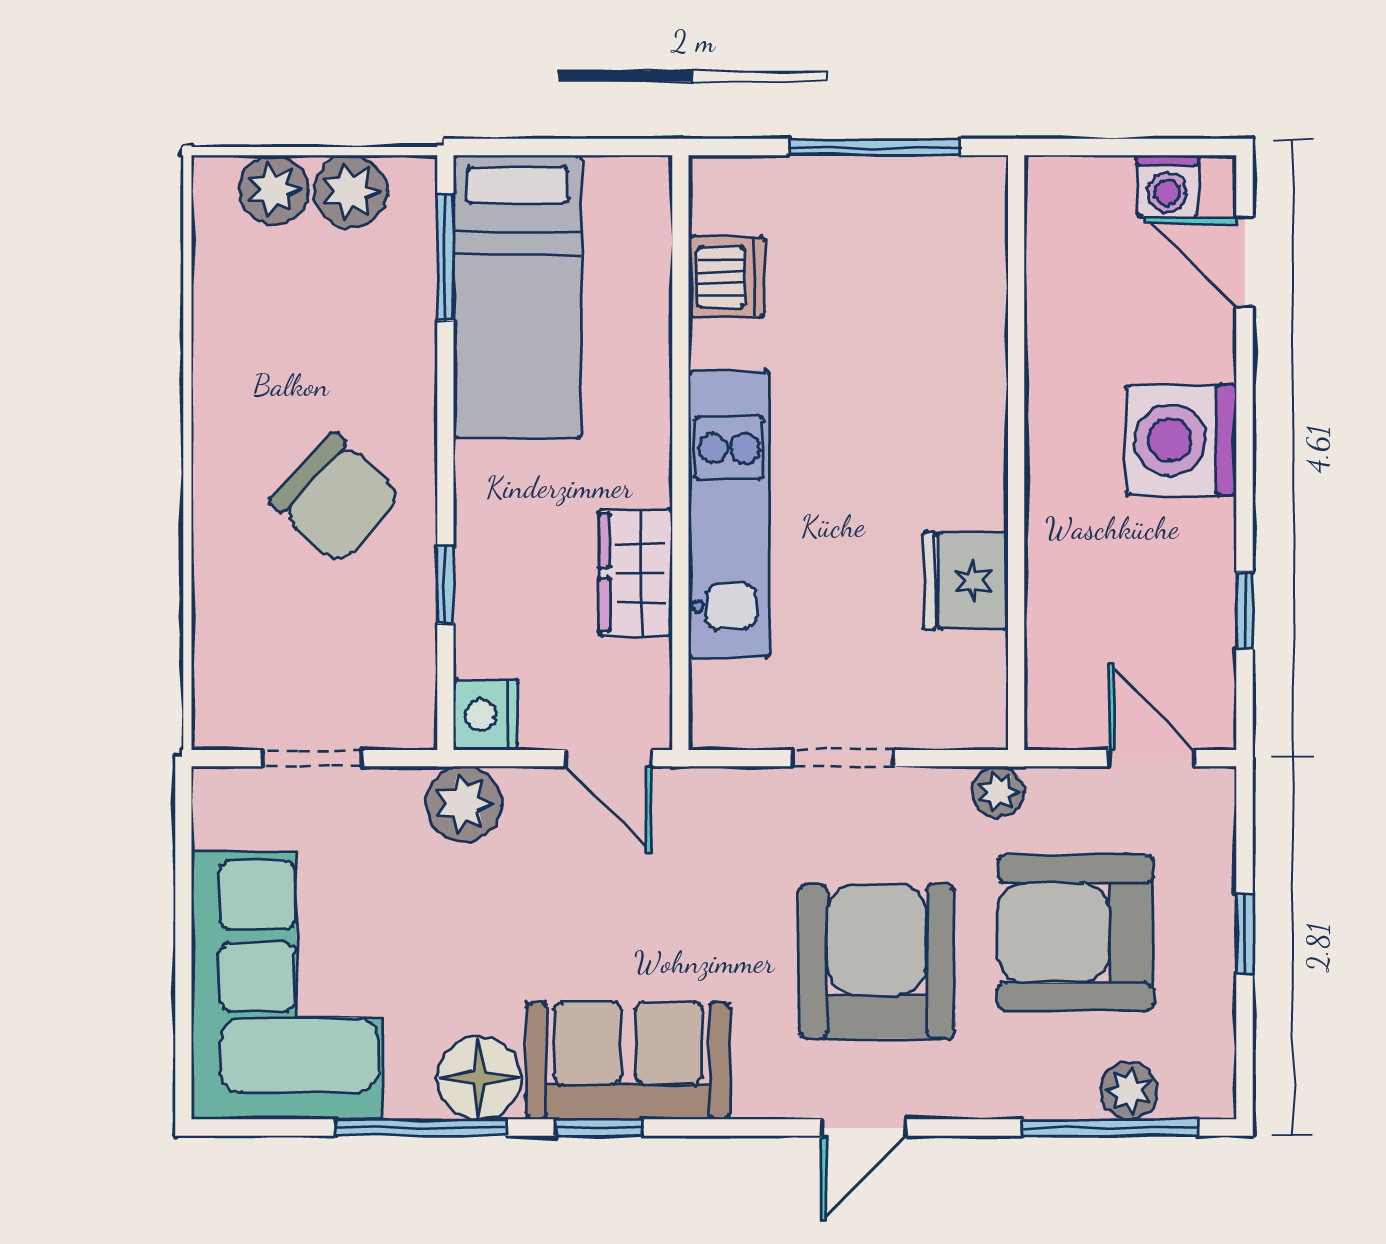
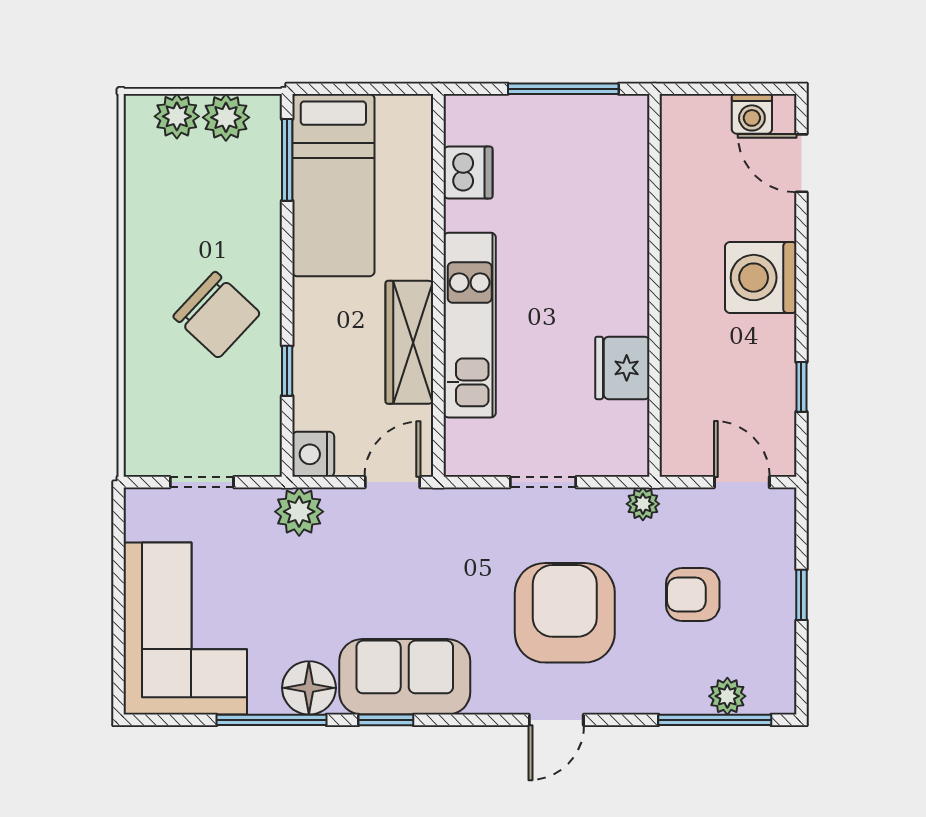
wardrobe: (635, 573) -> (409, 342), width x1.50
door: (609, 758) -> (392, 482), swing flipped
armchair: (1076, 933) -> (693, 595), width x0.53, depth x0.53

